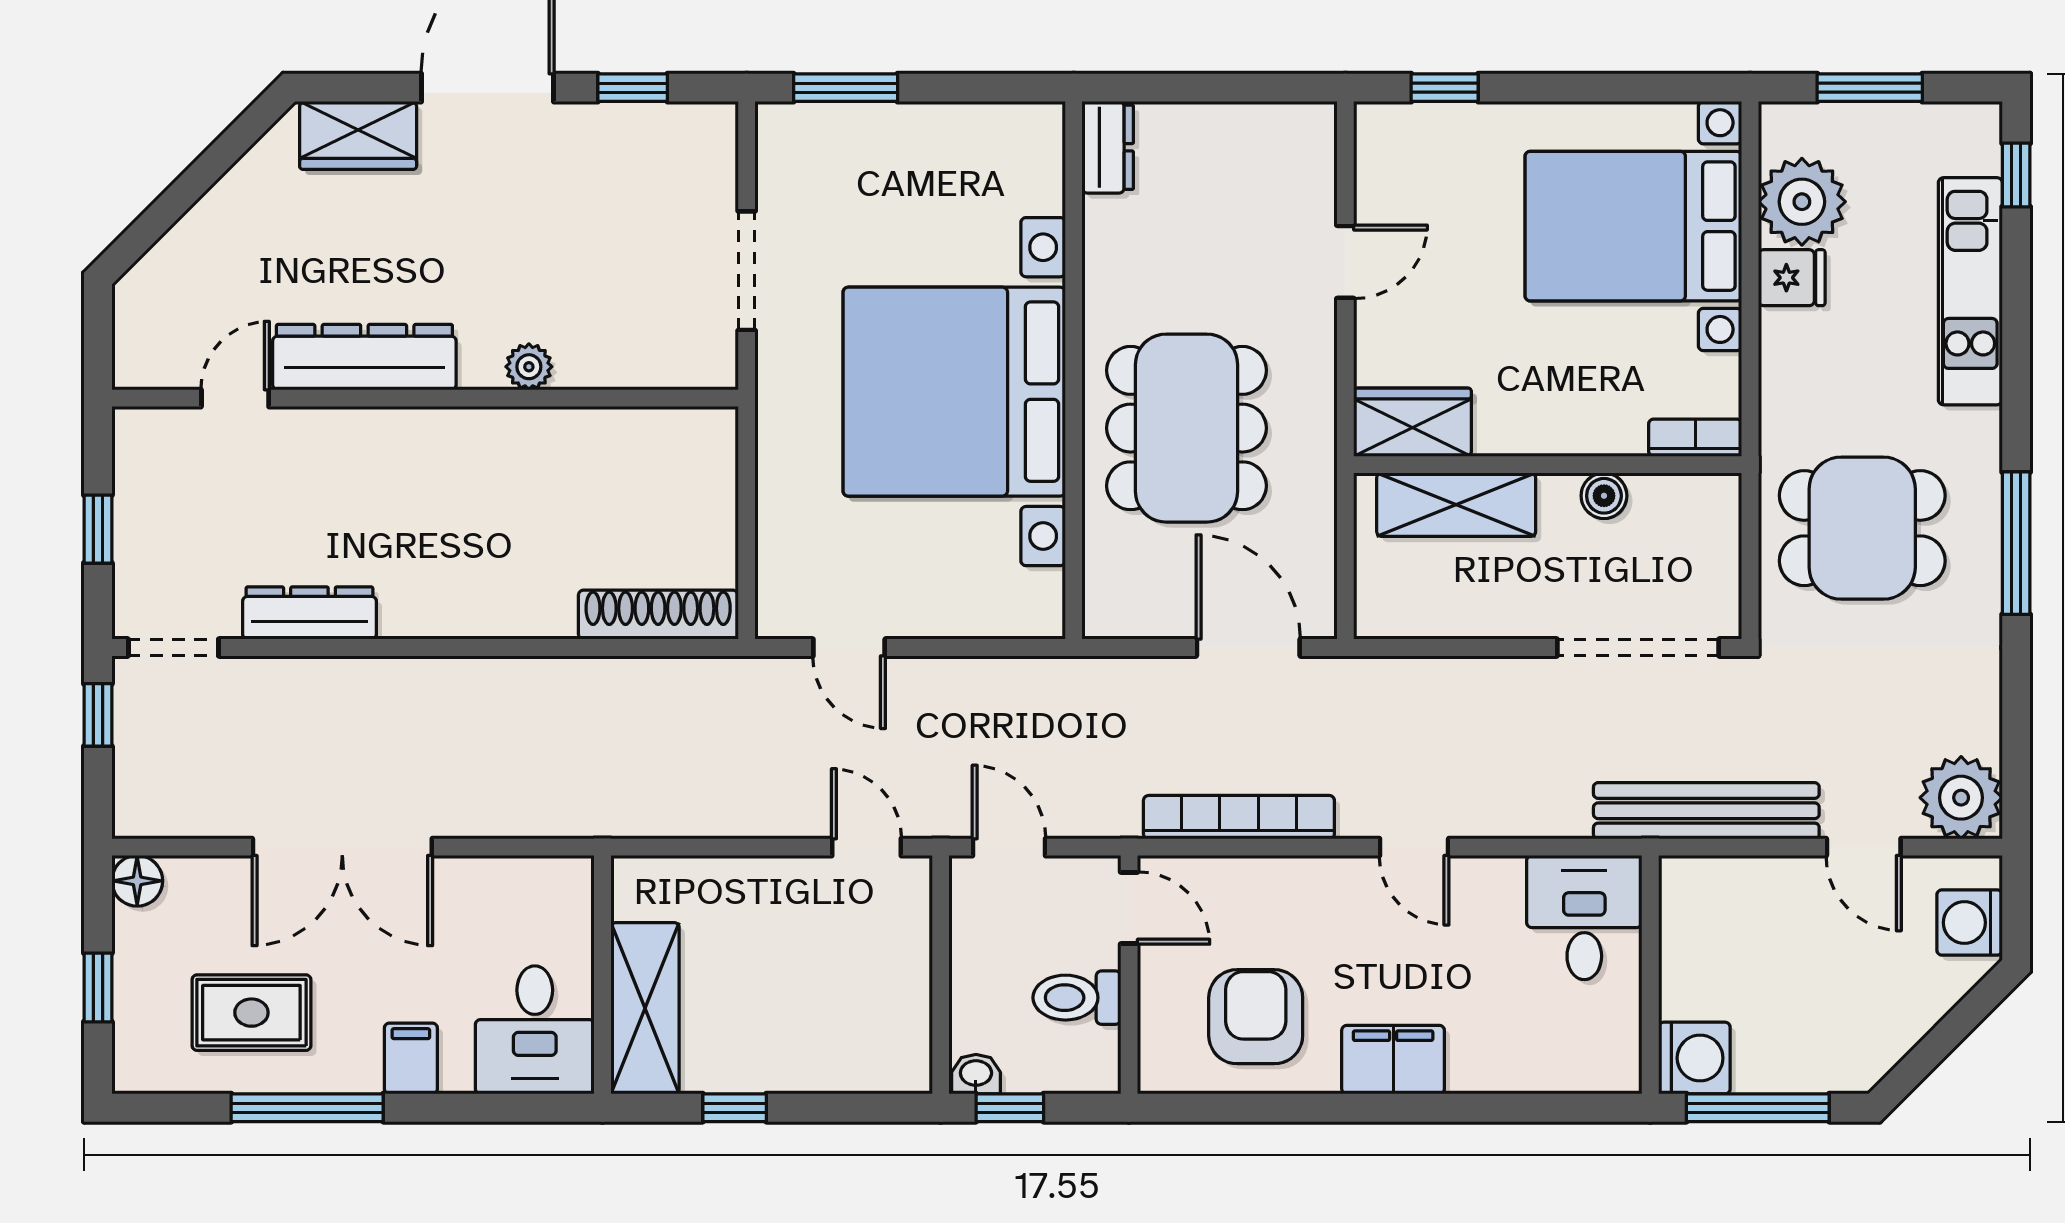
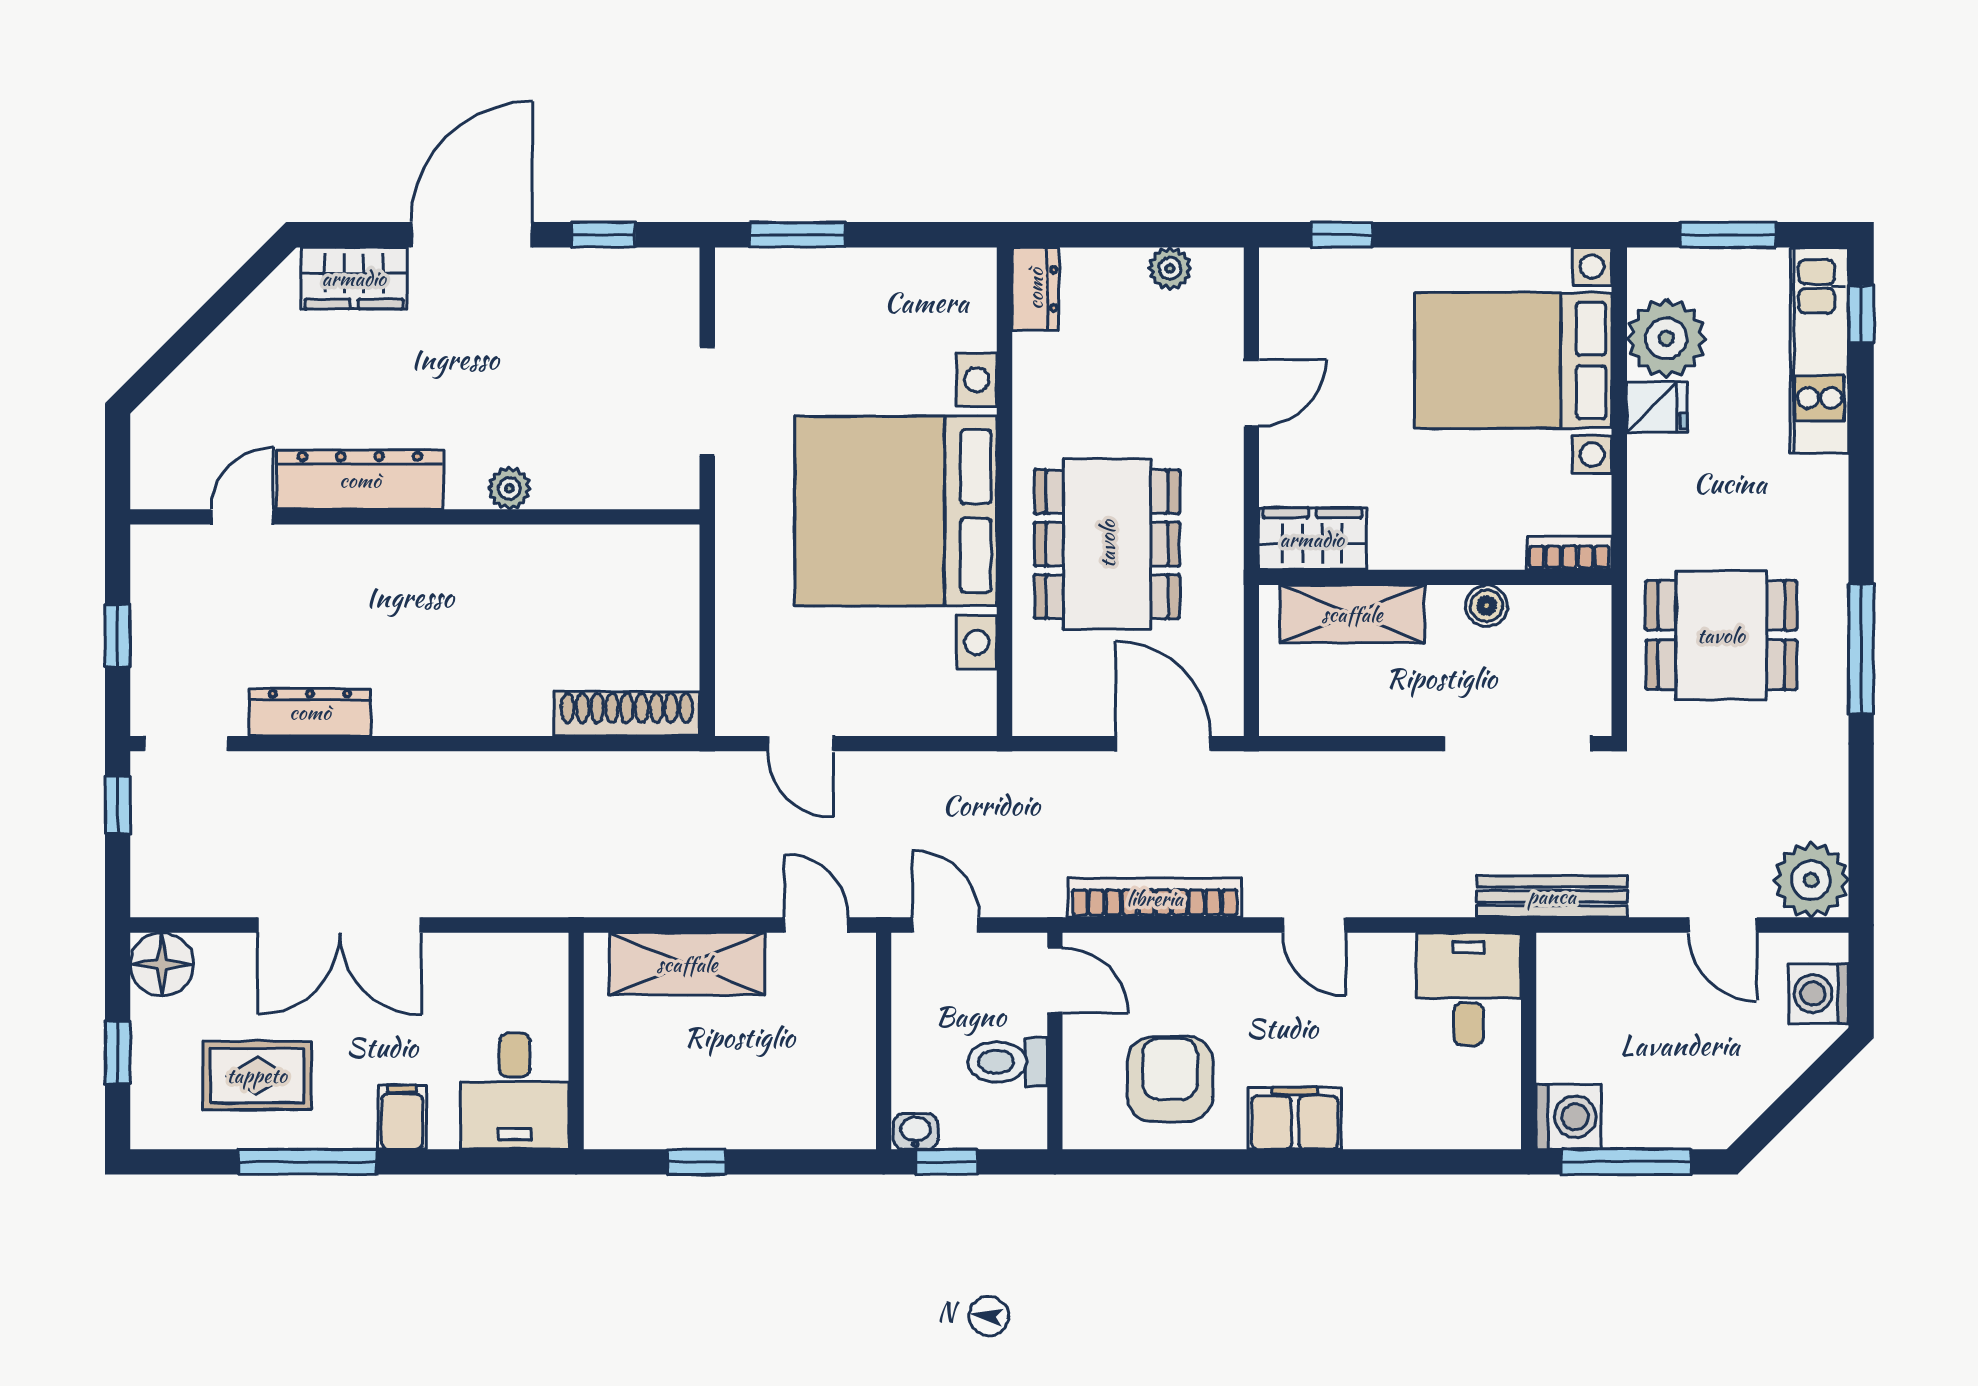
plant: (1256, 125) -> (1170, 268), added
kitchen unit: (1970, 291) -> (1819, 350), moved
bench: (1706, 811) -> (1552, 896), width x0.73, depth x0.82
floor lamp: (137, 881) -> (162, 964), width x1.38, depth x1.38
shelving: (645, 1008) -> (687, 964), moved, turned 90

